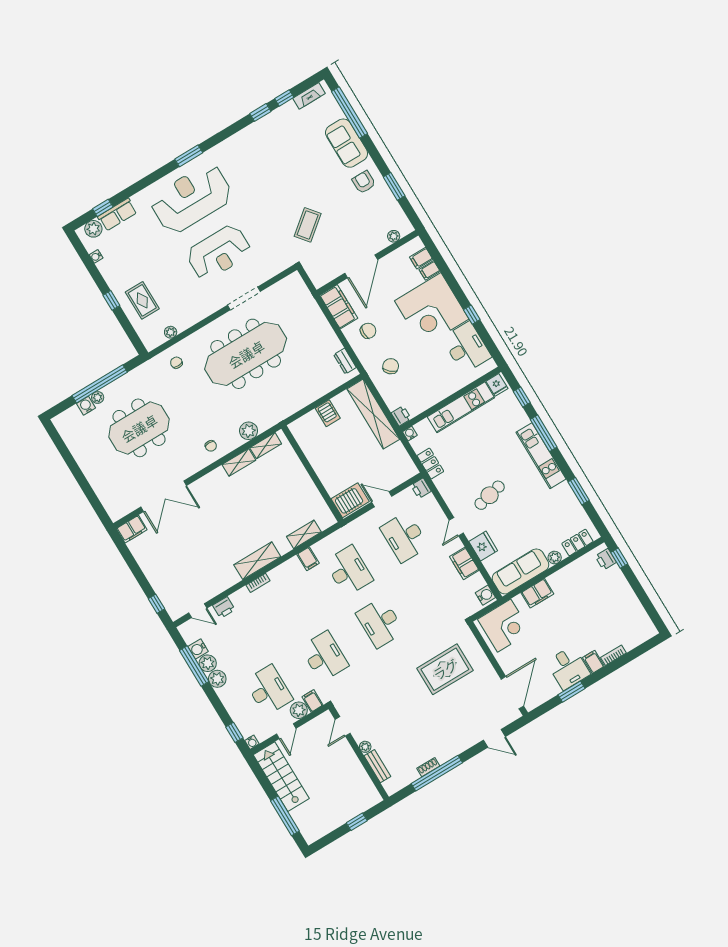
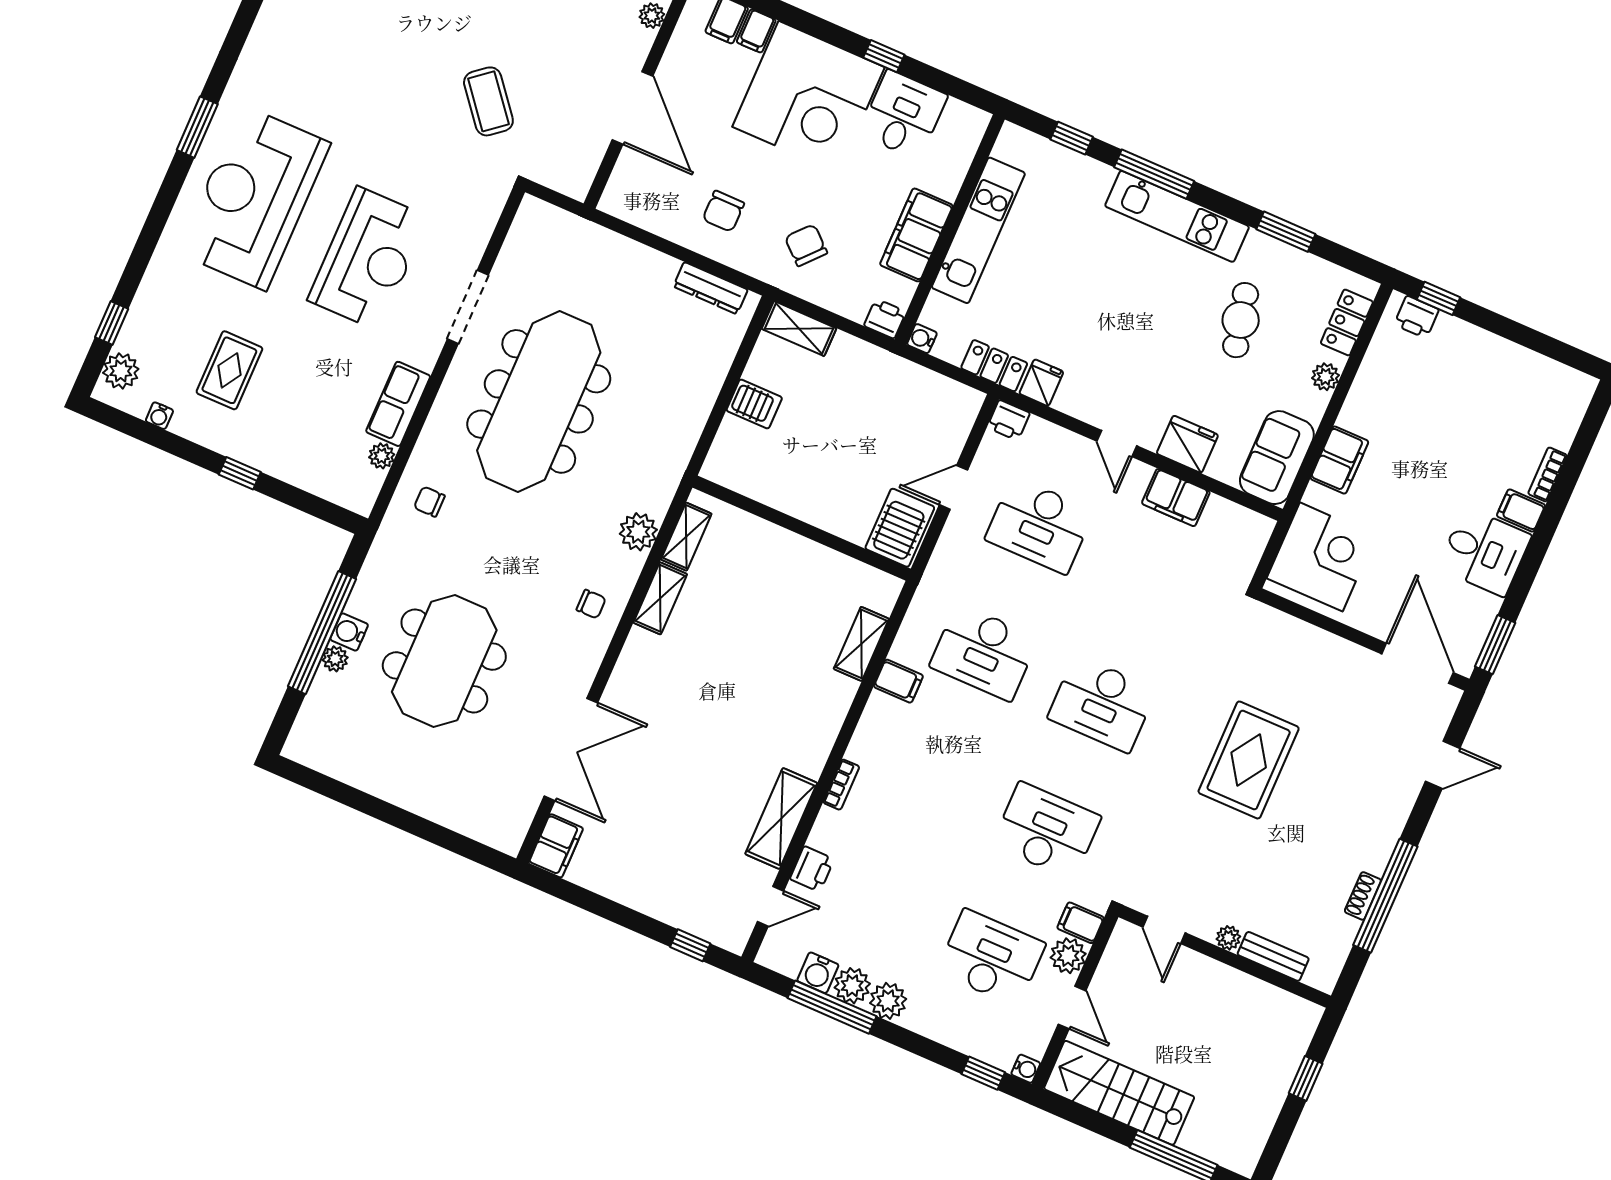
row of seats: (117, 215) -> (398, 404), moved, turned 180
rug: (142, 300) -> (229, 370), moved, turned 90
filing cabinet: (339, 307) -> (916, 235), moved, turned -90
chair: (368, 331) -> (723, 211), turned 180
desk: (466, 347) -> (903, 115), width x0.73
dresser: (345, 361) -> (711, 288), width x1.44
fridge: (497, 385) -> (1041, 383), moved, turned -90
water cooler: (86, 406) -> (349, 632), moved
shelving: (373, 414) -> (799, 329), width x0.45, depth x0.75
cafe table: (490, 495) -> (1241, 320), moved
shelving: (257, 561) -> (781, 818), moved
desk: (349, 571) -> (984, 652), turned 180
sofa: (521, 571) -> (1277, 458), width x0.73
water cooler: (485, 595) -> (1251, 527), removed
rug: (445, 669) -> (1249, 760), moved
window: (572, 692) -> (1495, 645), moved

